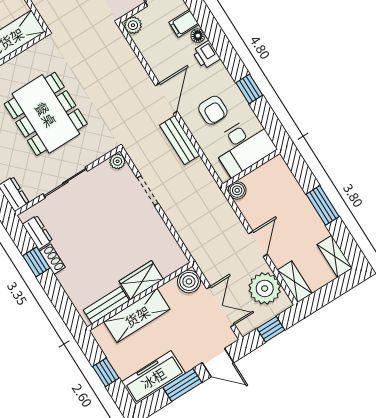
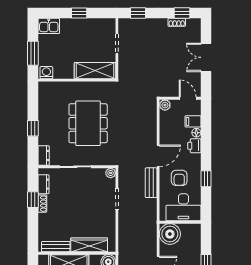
boiler: (237, 190) -> (170, 234), width x1.86, depth x1.86
wardrobe: (141, 280) -> (89, 245), width x1.50

